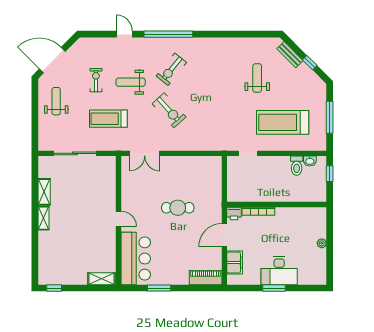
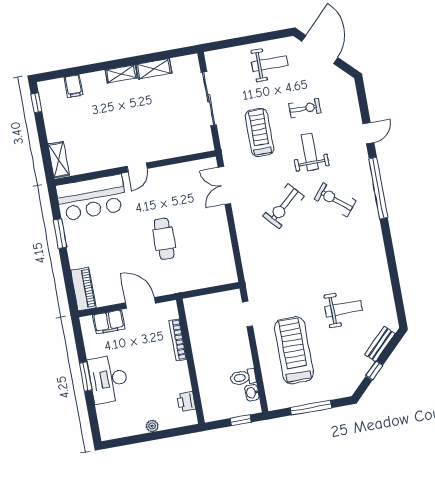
printer: (234, 213) -> (186, 402), moved
filing cabinet: (46, 257) -> (74, 86), added

